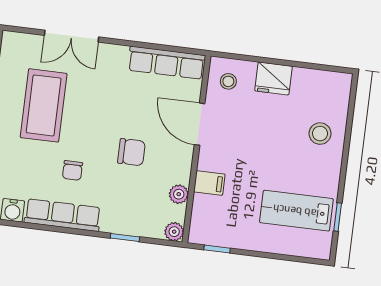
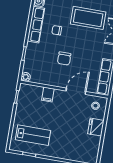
stool: (320, 134) -> (69, 148), removed
plant: (179, 194) -> (43, 80), removed
lab bench: (296, 211) -> (33, 135), turned 90

